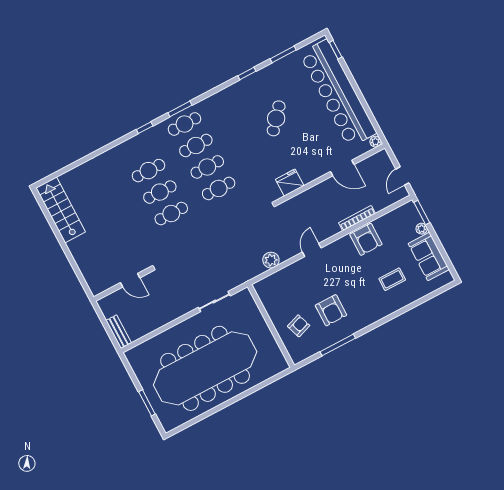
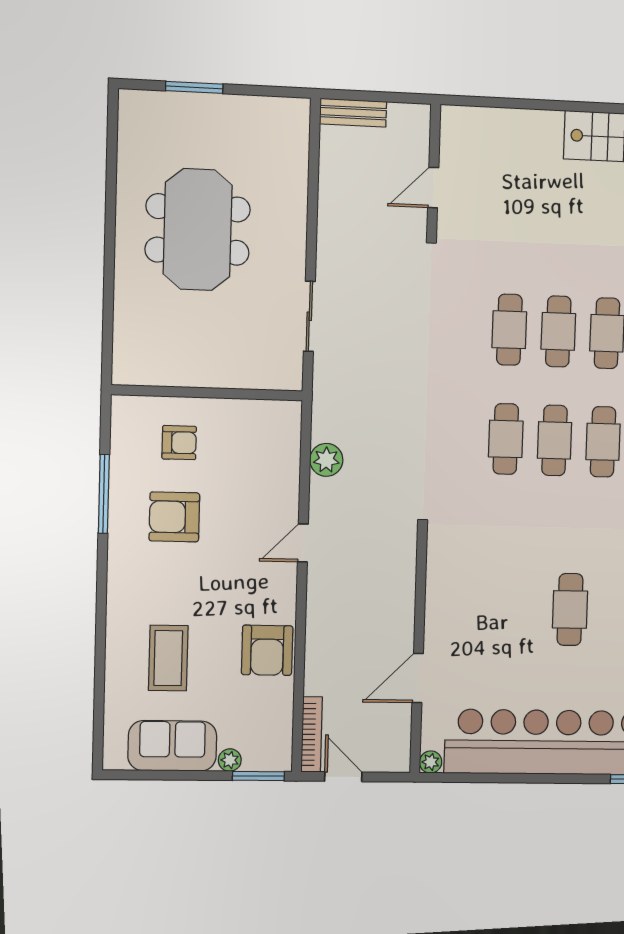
cafe table: (276, 118) -> (570, 610), turned 49
fridge: (290, 182) -> (445, 571), removed
bookcase: (357, 218) -> (312, 734), moved
armchair: (366, 239) -> (267, 650), turned -90
door: (312, 250) -> (303, 543), swing flipped
coffee table: (392, 279) -> (168, 658), width x1.36, depth x1.30
armchair: (299, 326) -> (179, 443), turned -71
meeting table: (205, 368) -> (198, 229), width x0.54, depth x0.79

